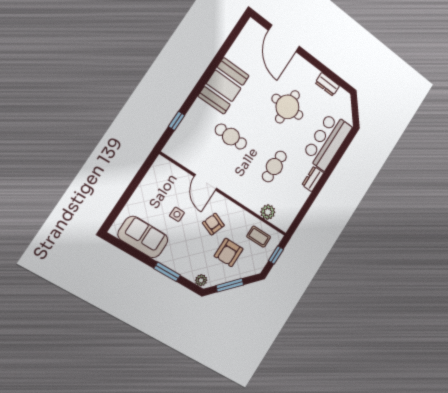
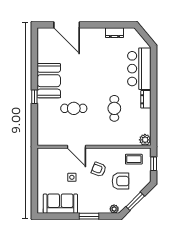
round table: (287, 107) -> (98, 65), removed
window: (176, 121) -> (34, 97), moved
plant: (268, 212) -> (145, 140), moved
armchair: (229, 252) -> (121, 181), turned -90

